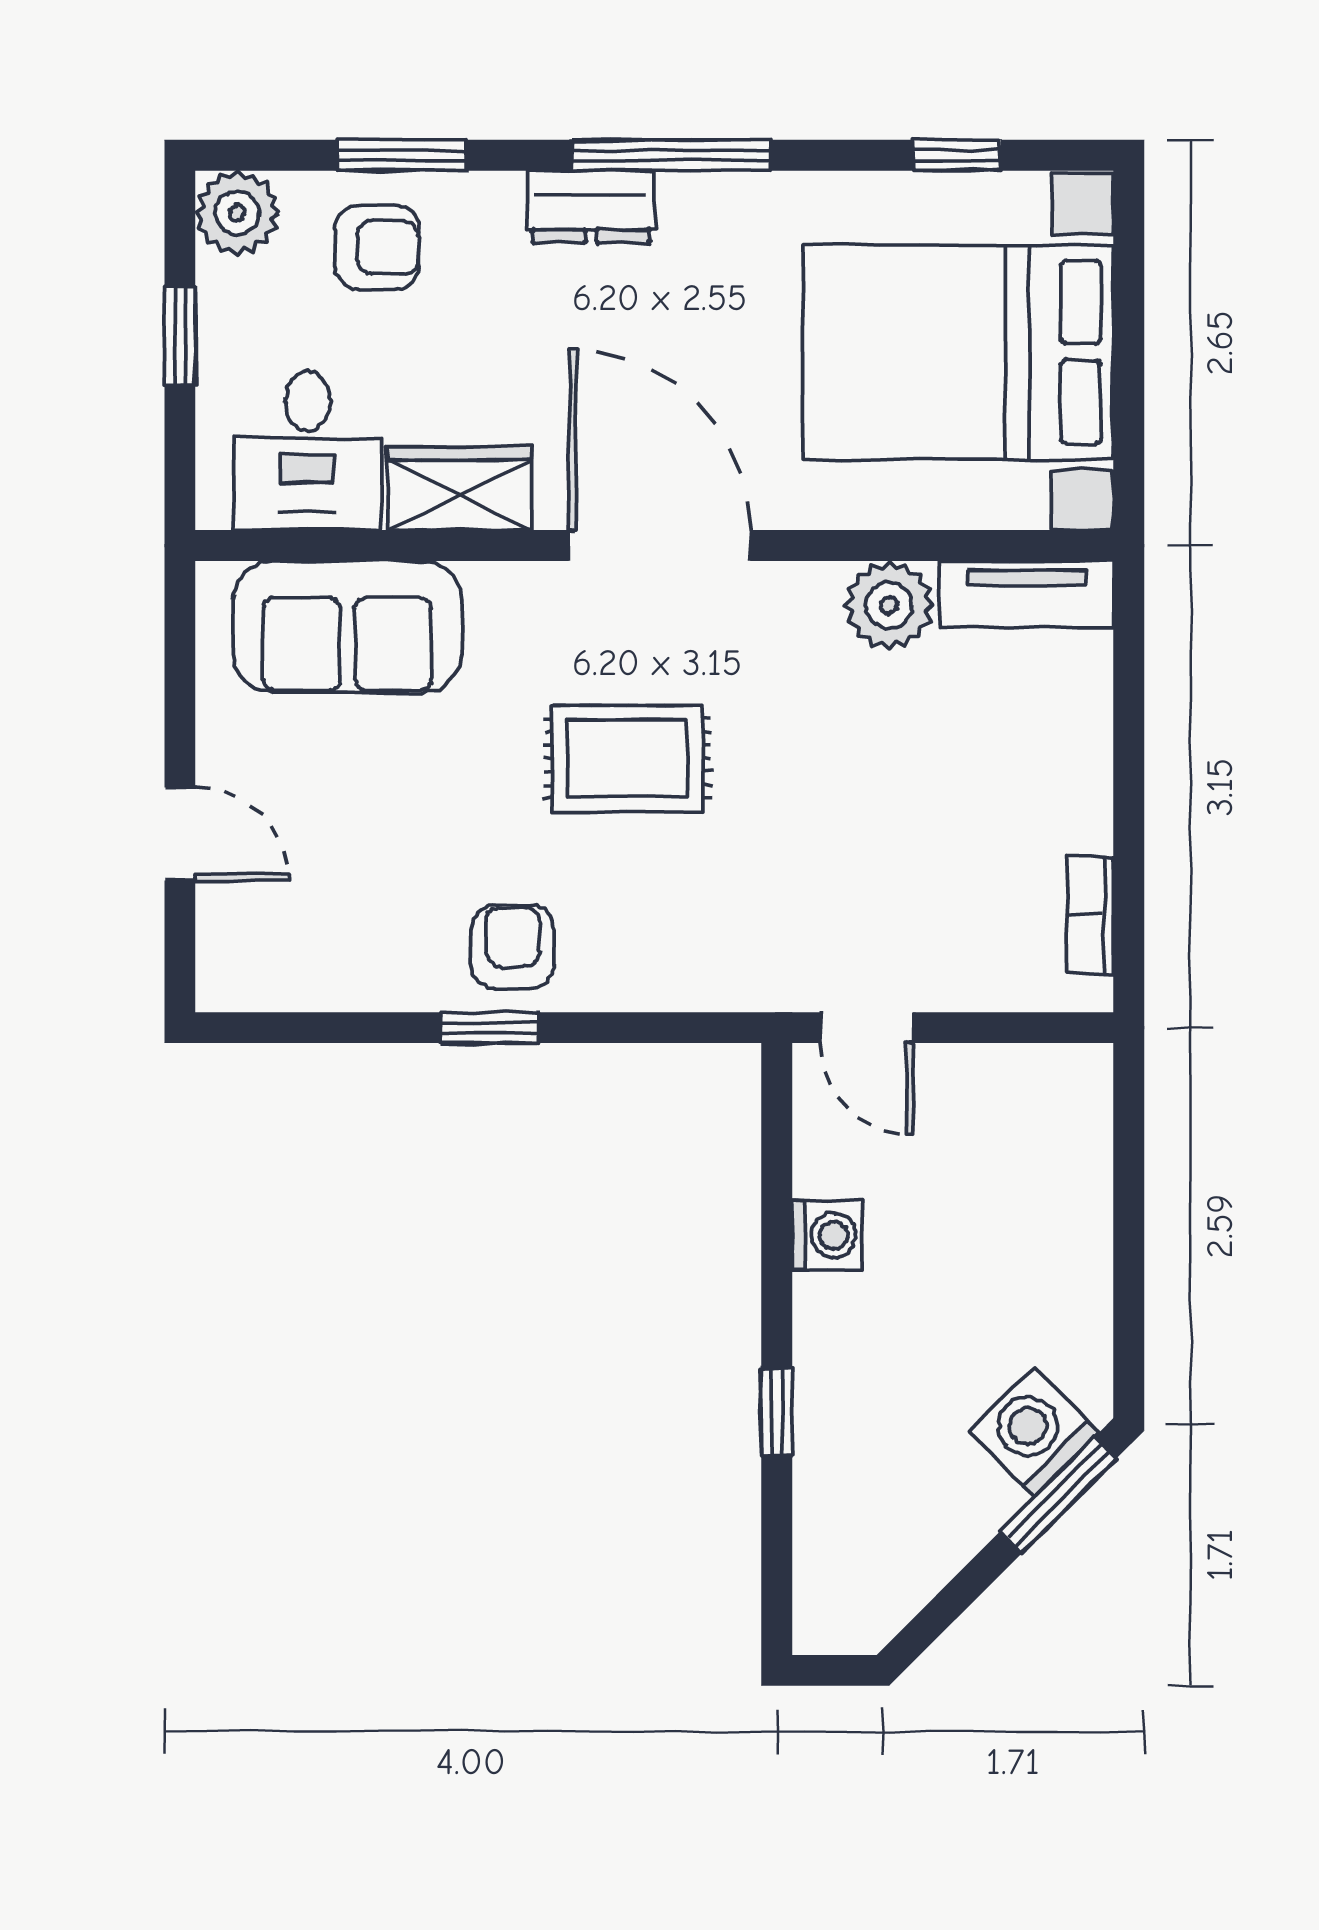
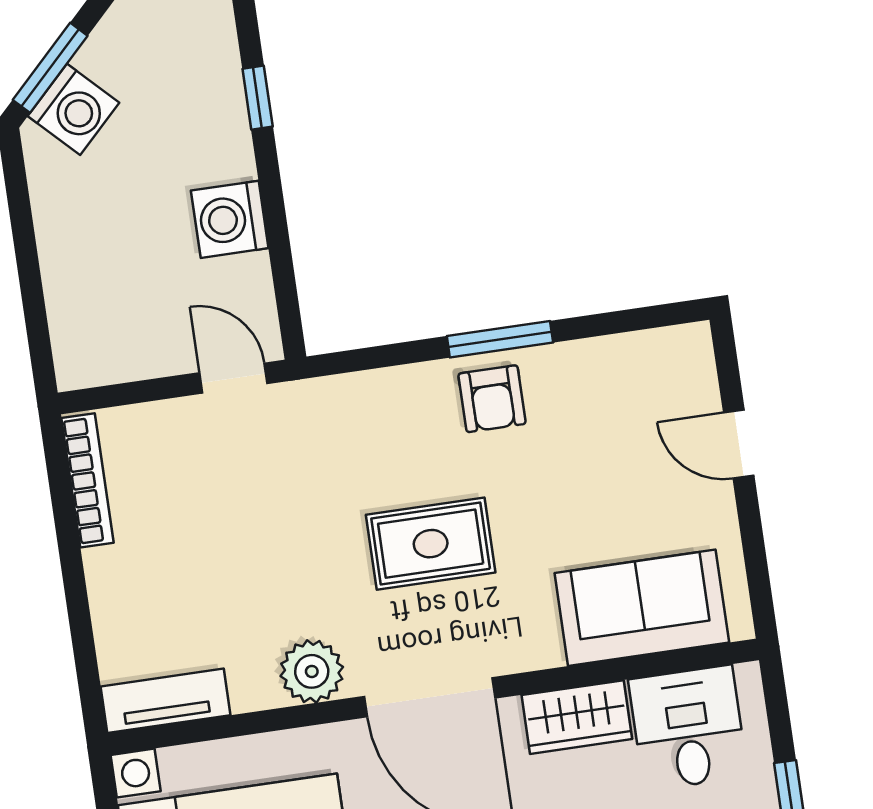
plant: (889, 605) -> (312, 671), moved
bookcase: (1090, 915) -> (87, 480), width x1.56
window: (490, 1028) -> (500, 339), width x1.50
washing machine: (827, 1235) -> (230, 219), width x1.38, depth x1.38

